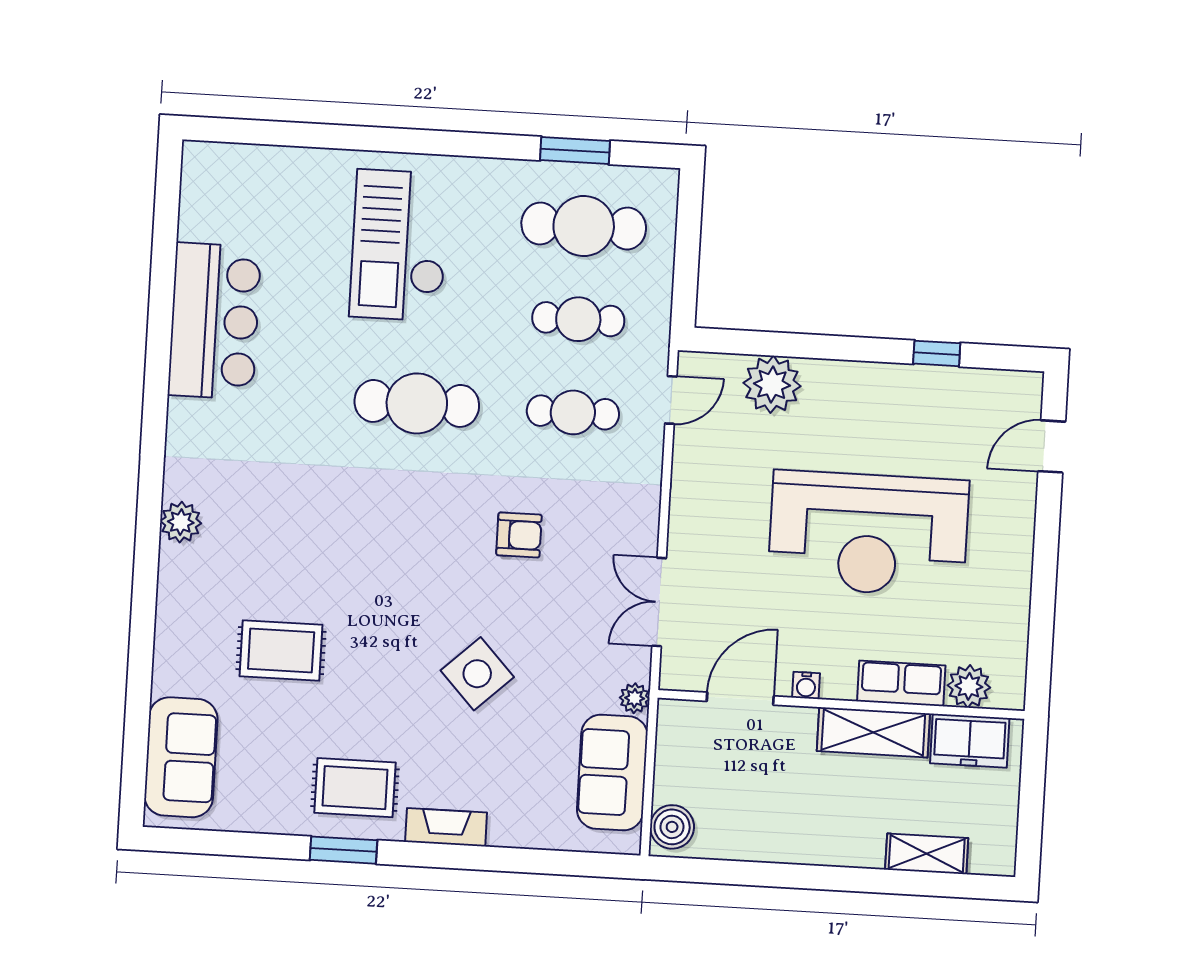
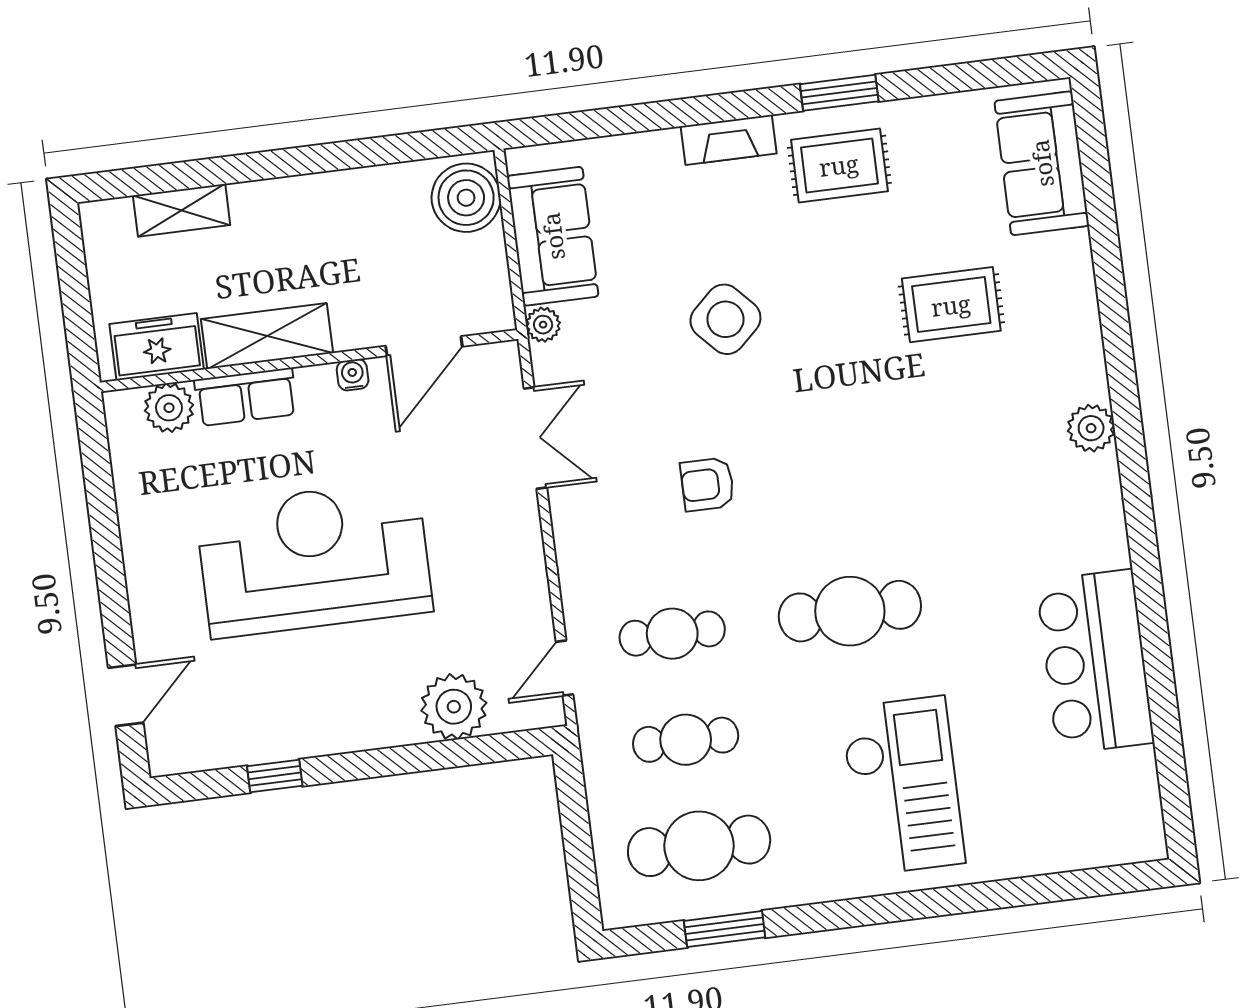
boiler: (672, 827) -> (466, 198), width x1.37, depth x1.37

